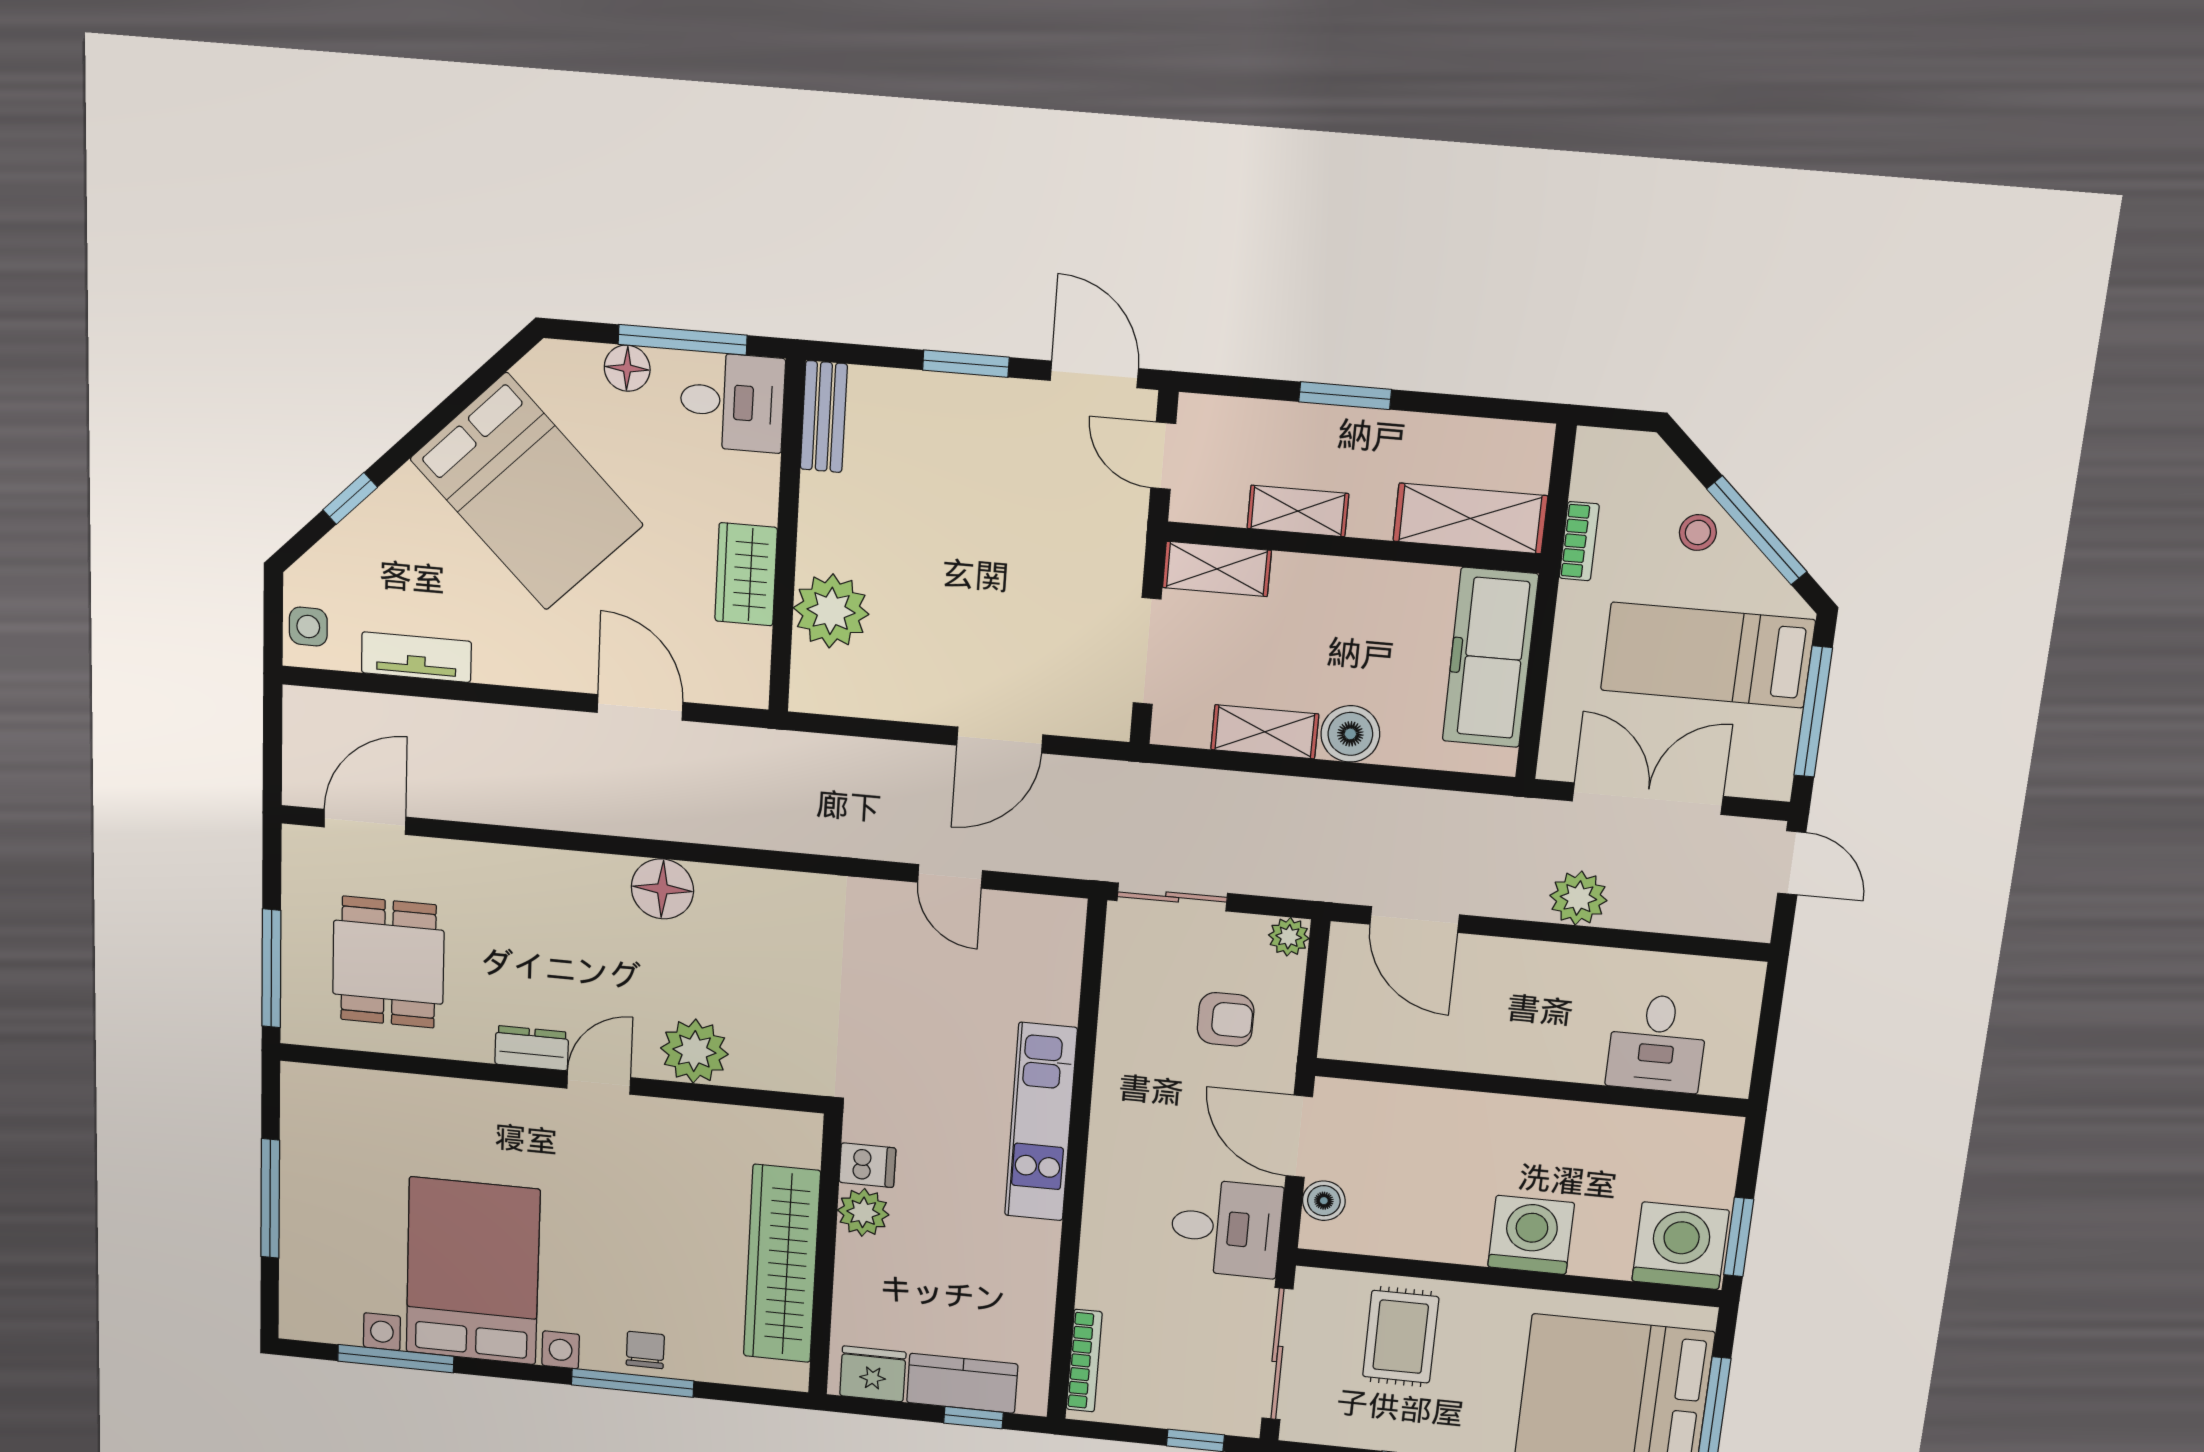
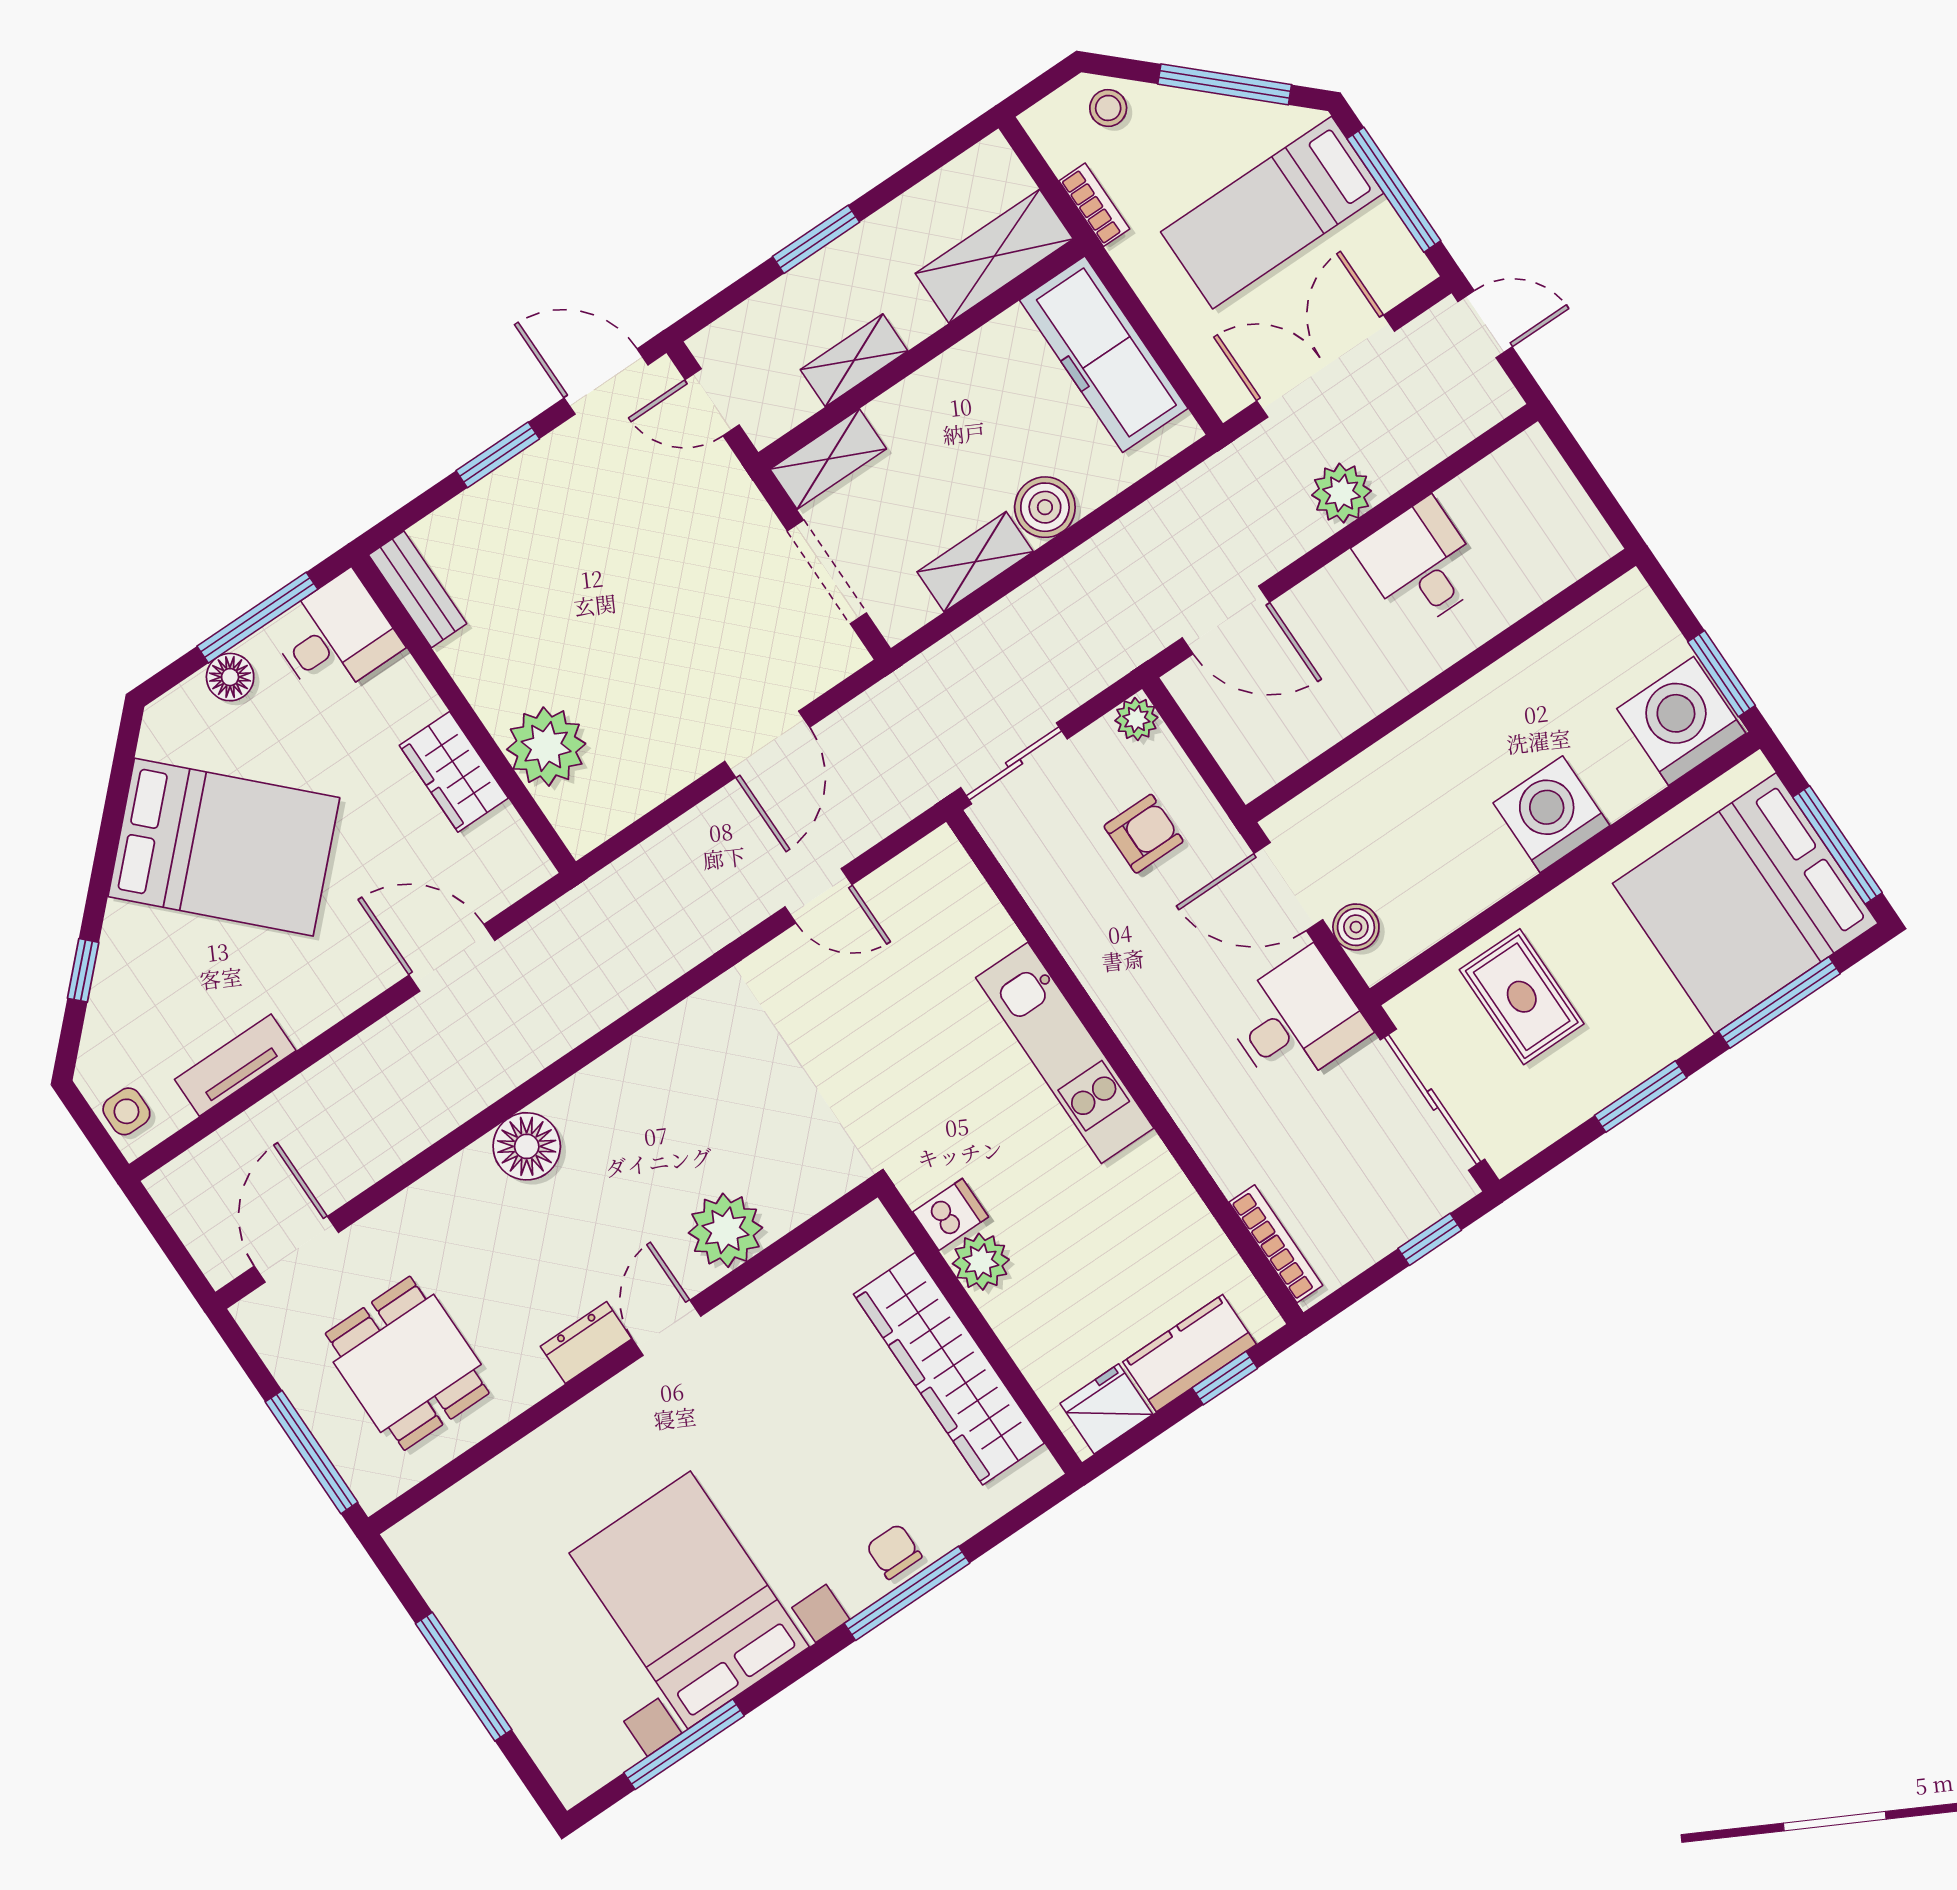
stool: (1698, 532) -> (1108, 108), moved
floor lamp: (662, 889) -> (527, 1146), moved
desk: (1657, 1043) -> (1421, 564), moved, turned 180

